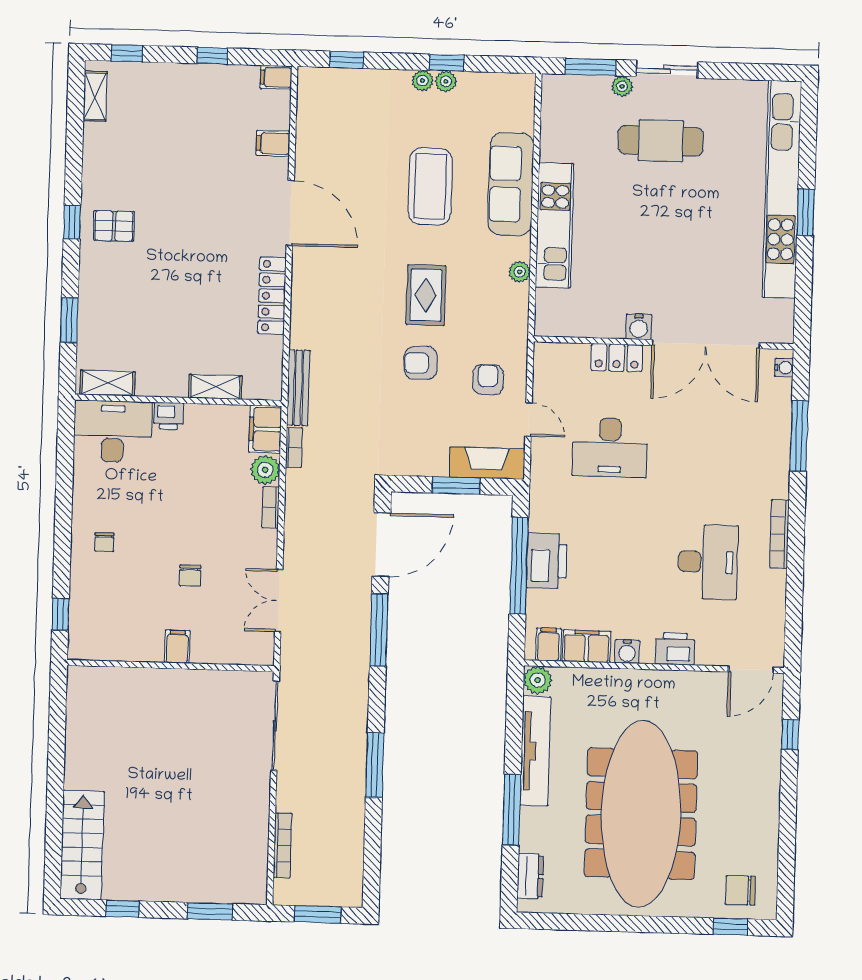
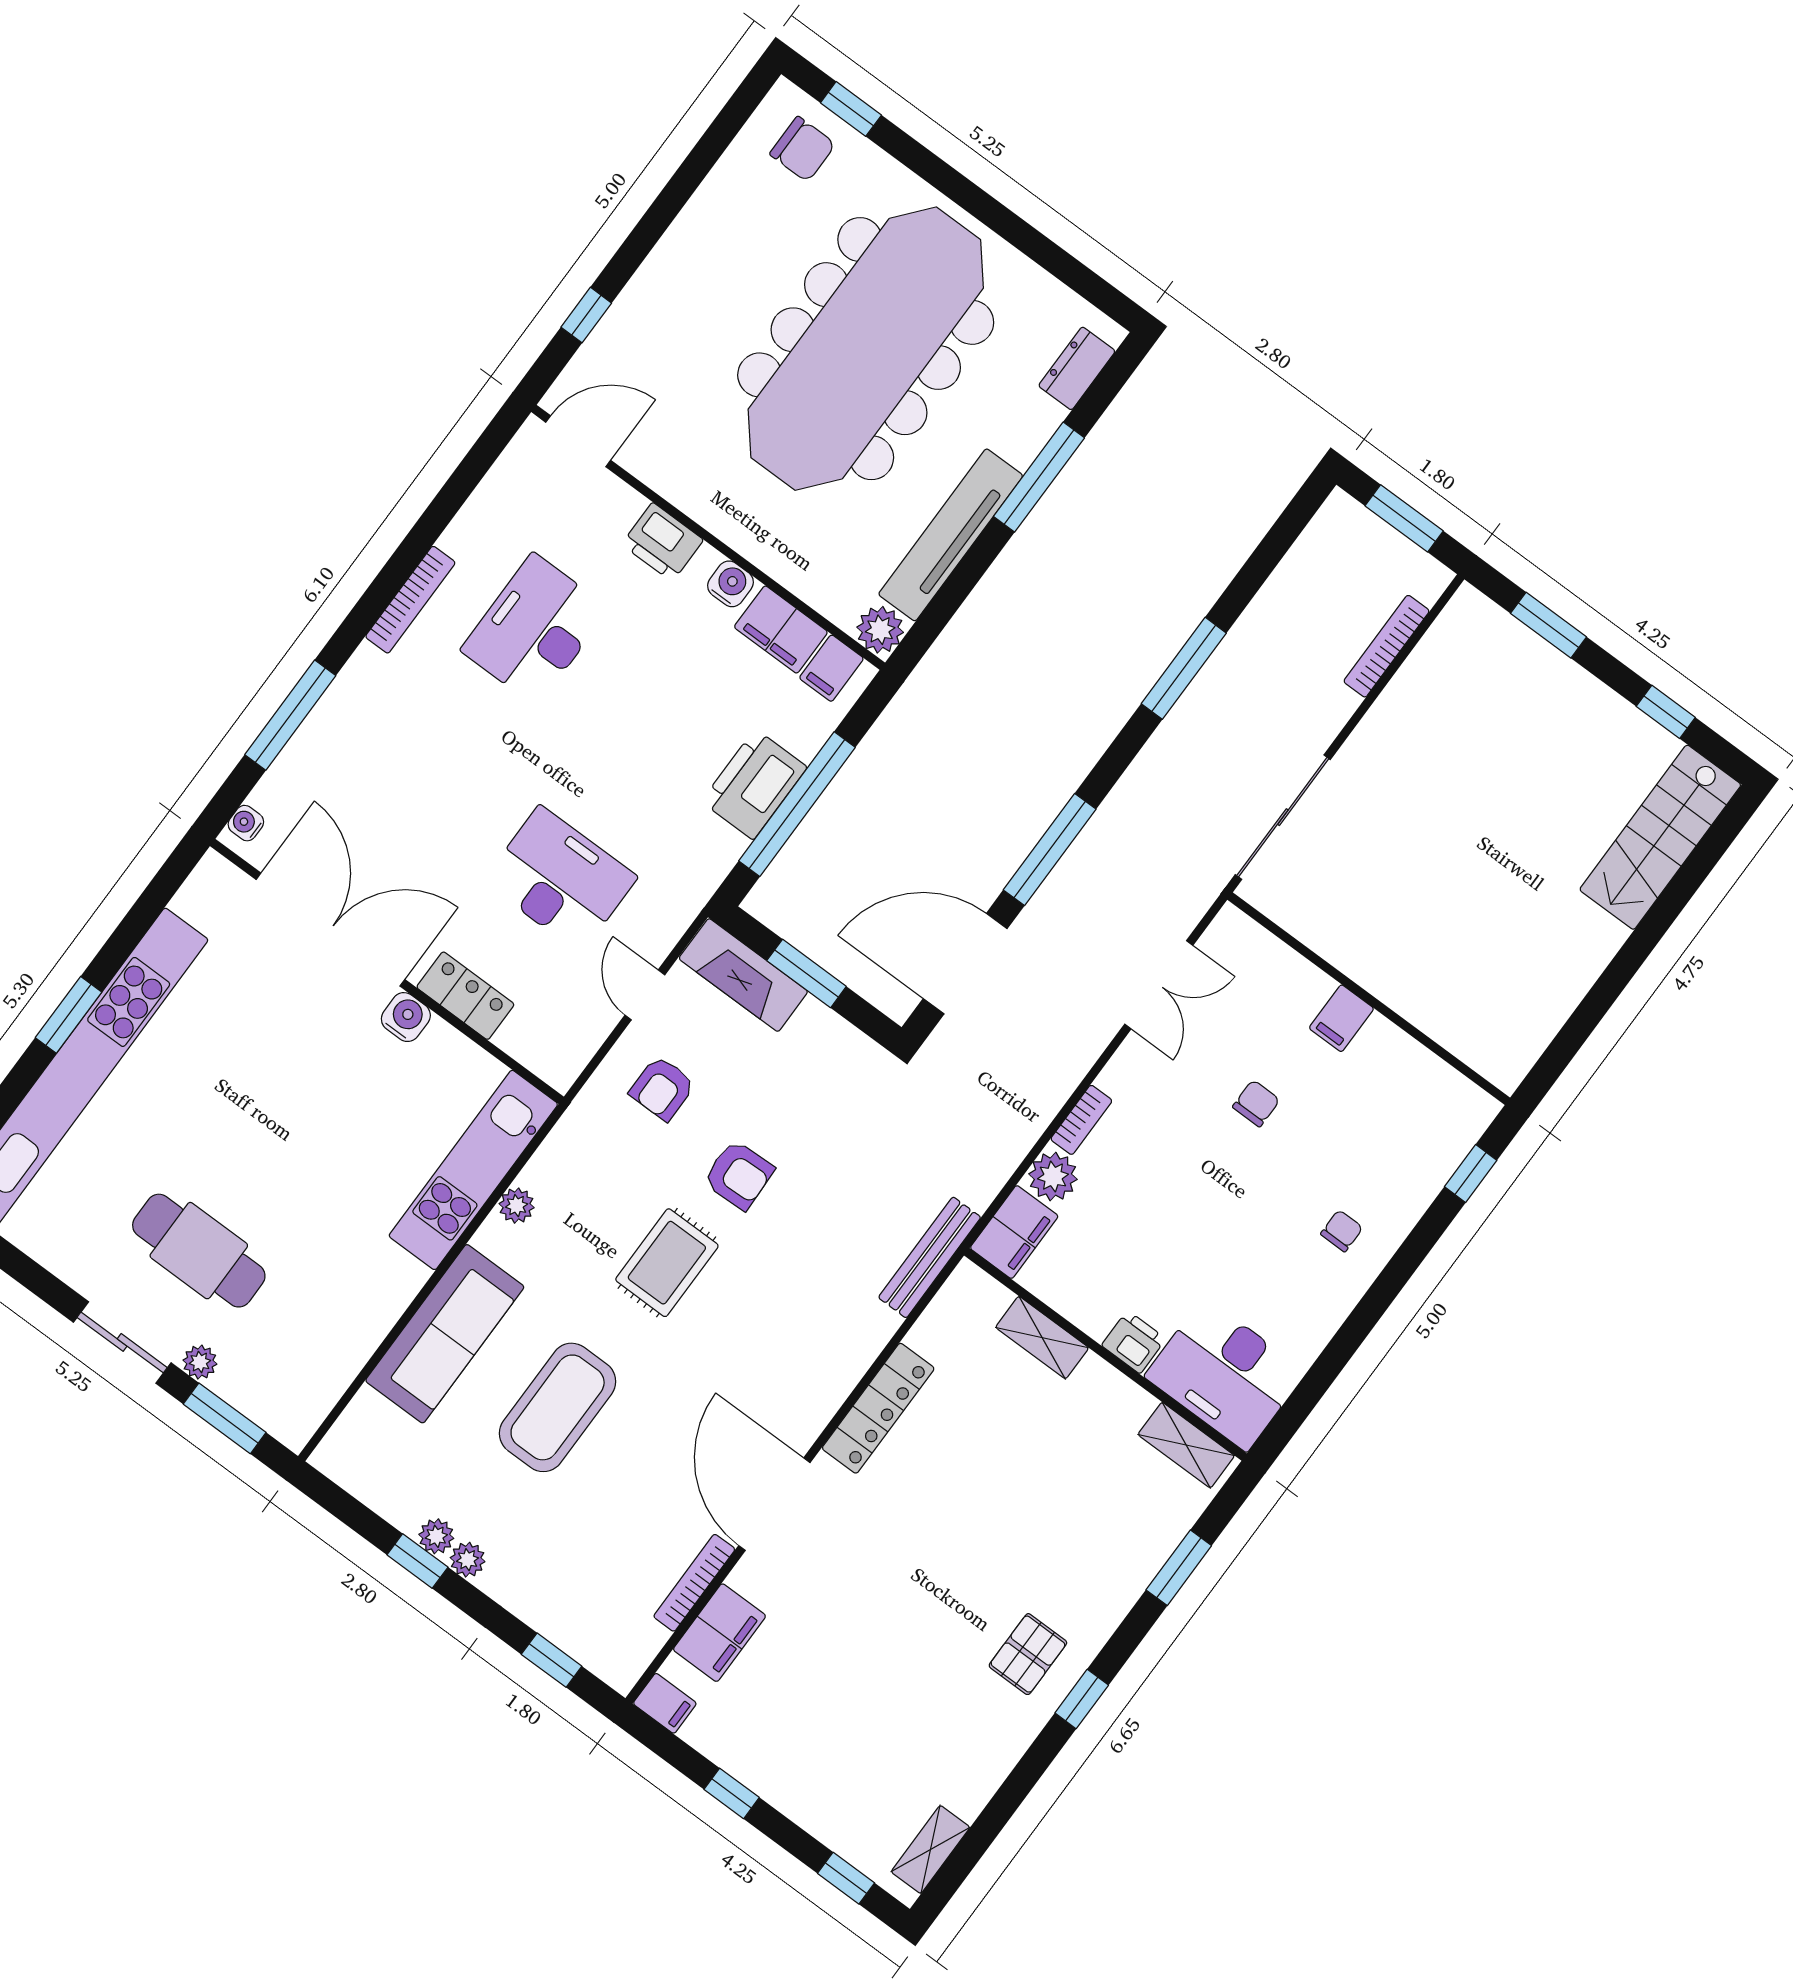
filing cabinet: (273, 143) -> (719, 1633), width x2.00
kitchen unit: (555, 225) -> (473, 1170), moved
pallet: (114, 226) -> (1028, 1654), turned 90
bookcase: (294, 447) -> (694, 1583), moved, width x1.56

